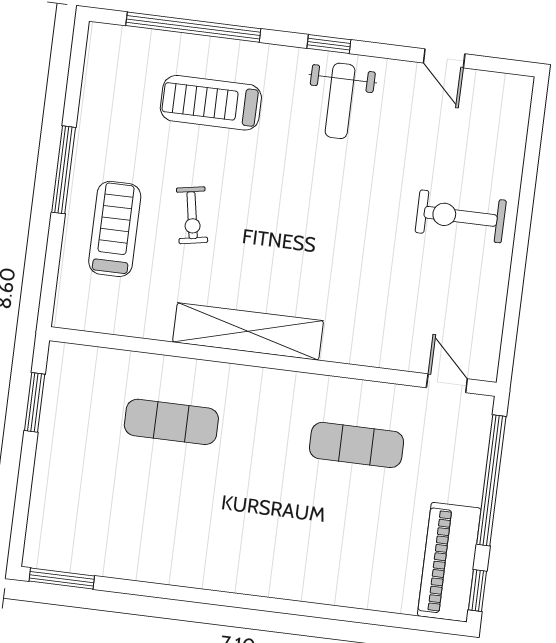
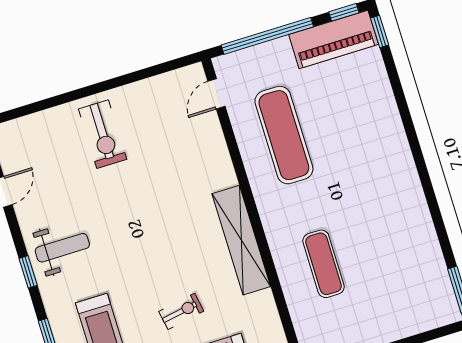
exercise mat: (357, 445) -> (284, 135), width x1.36, depth x1.45
window: (433, 625) -> (380, 32), added

